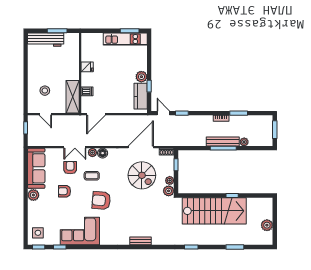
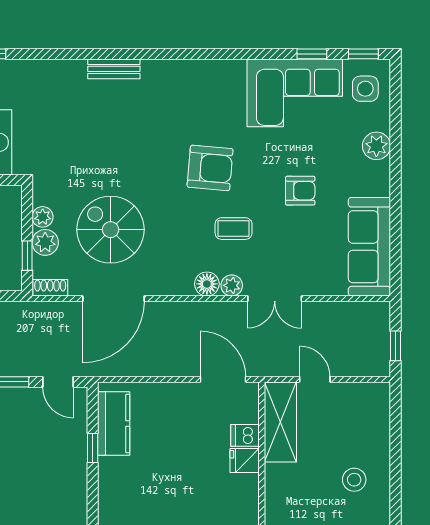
fridge: (87, 67) -> (245, 461), moved
plant: (141, 77) -> (112, 471), removed
stool: (45, 91) -> (354, 480), moved
door: (45, 114) -> (315, 379), moved
door: (96, 114) -> (223, 379), hinge flipped
double door: (75, 147) -> (275, 299), swing flipped
armchair: (70, 168) -> (286, 249), removed
plant: (169, 191) -> (45, 242), moved
plant: (33, 195) -> (376, 146), moved
corner sofa: (80, 231) -> (295, 93), moved

